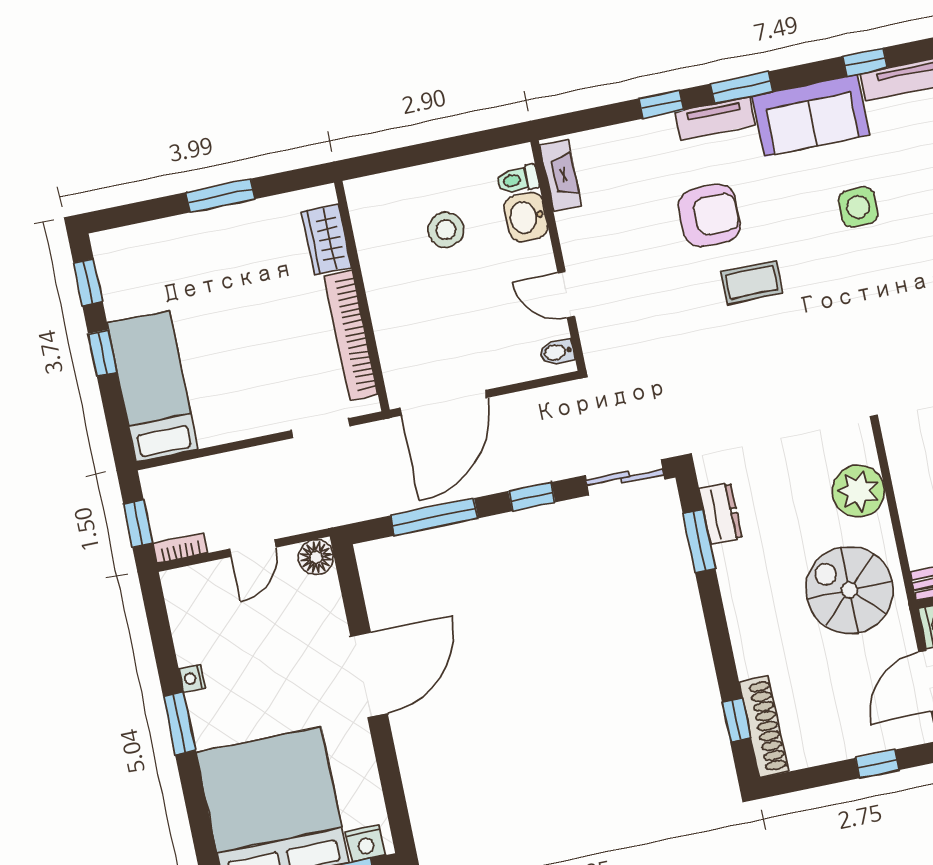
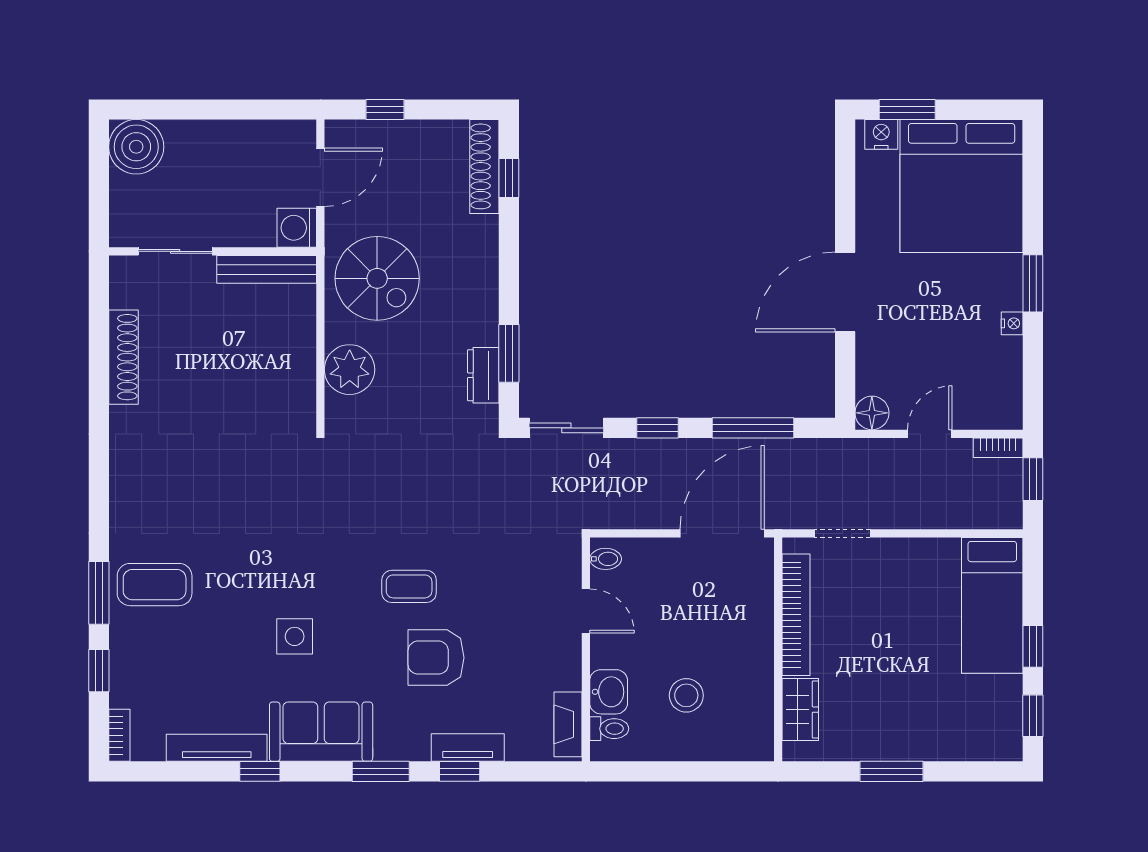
tv unit: (715, 118) -> (468, 748), moved

